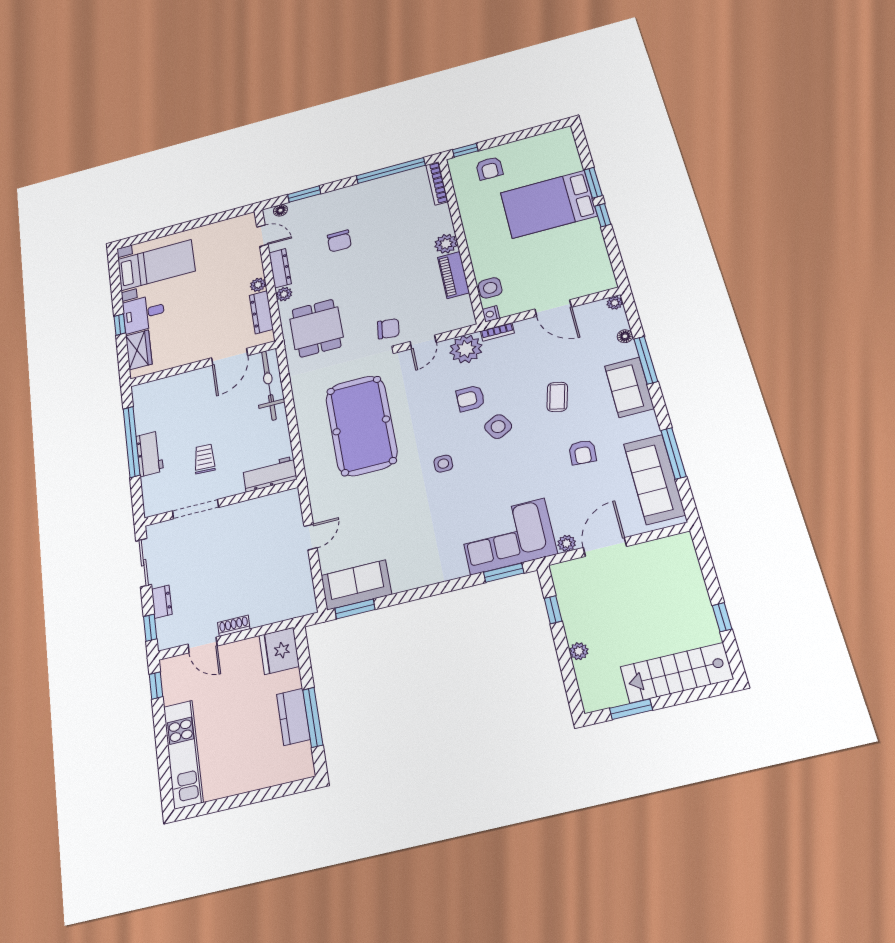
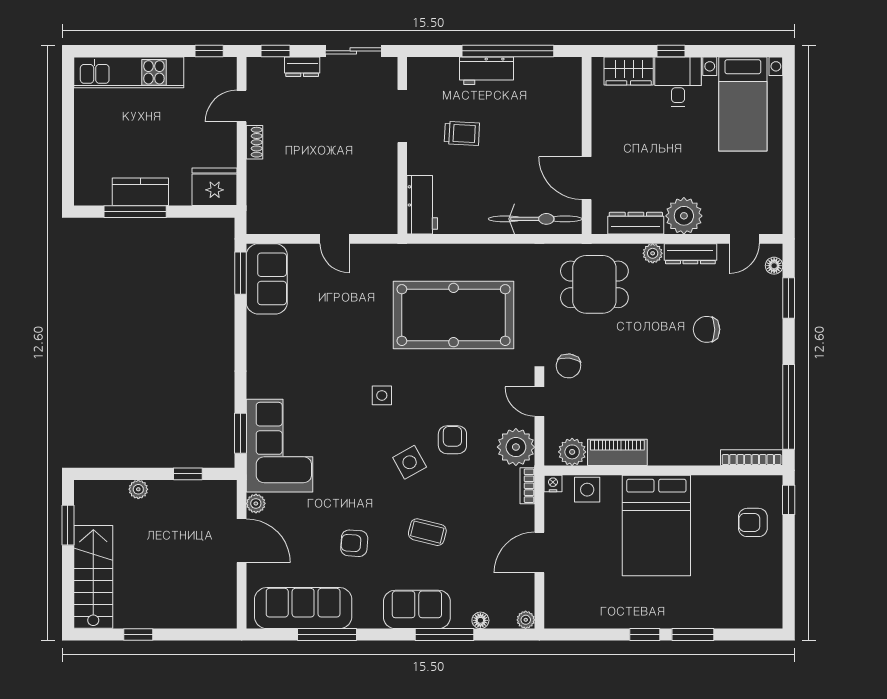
bed: (548, 204) -> (656, 525), moved, turned 180
plant: (446, 244) -> (572, 452), moved
plant: (258, 285) -> (684, 216), width x1.88, depth x1.88

